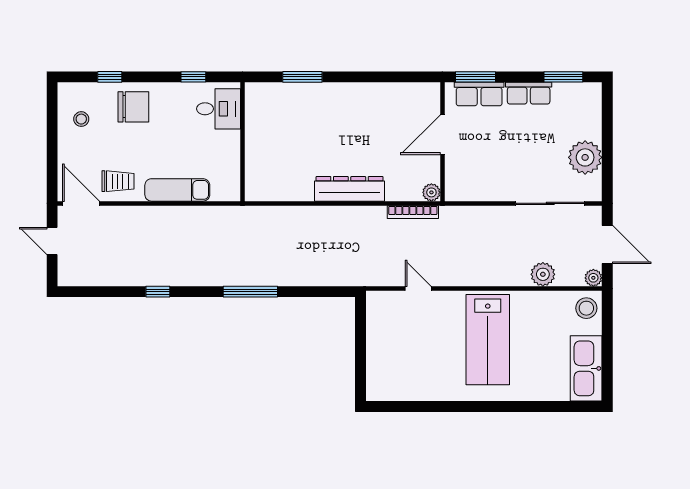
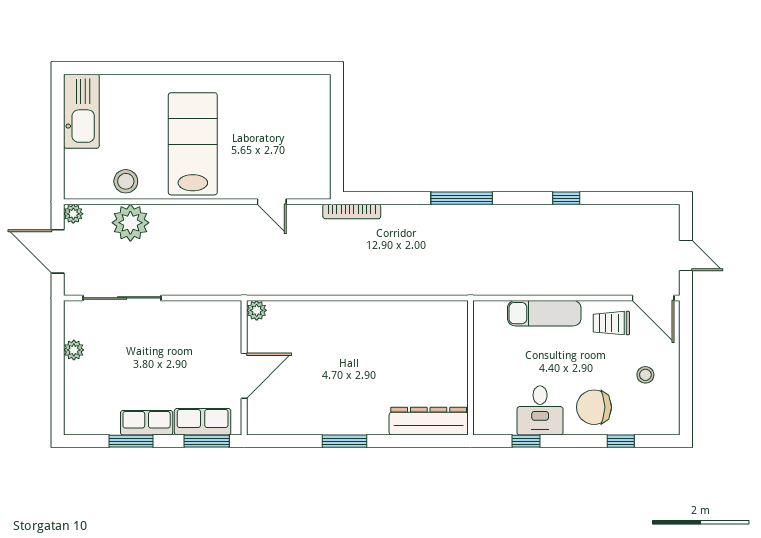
window: (302, 77) -> (345, 441), moved
window: (563, 77) -> (131, 441), moved
desk: (219, 109) -> (540, 410), moved, turned -90
stool: (81, 119) -> (645, 375), moved
plant: (585, 157) -> (74, 350), width x0.53, depth x0.53
dresser: (350, 189) -> (429, 421), moved, turned 180
bookcase: (413, 212) -> (352, 211), moved, turned 180
plant: (543, 274) -> (130, 223), width x1.36, depth x1.36
stool: (586, 308) -> (126, 181), moved

